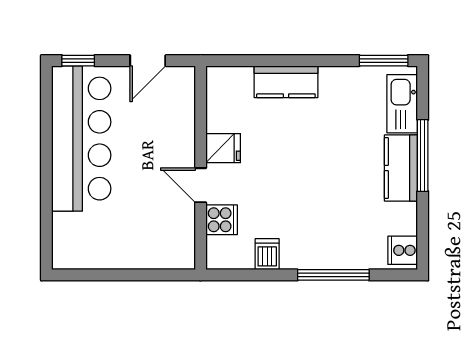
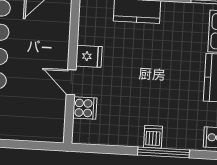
dishwasher: (267, 254) -> (153, 137), moved

